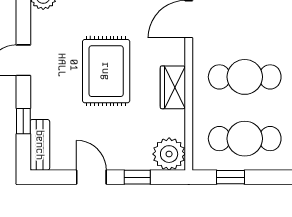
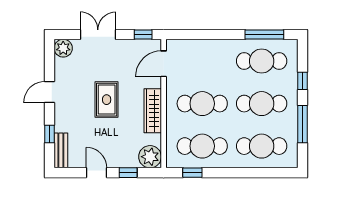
rug: (106, 71) -> (107, 100), width x0.73, depth x0.70
wardrobe: (173, 87) -> (153, 111), width x1.50

